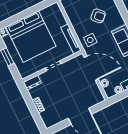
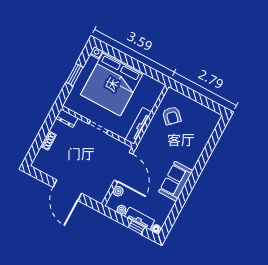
armchair: (98, 16) -> (172, 116), moved
side table: (90, 40) -> (151, 146), removed

